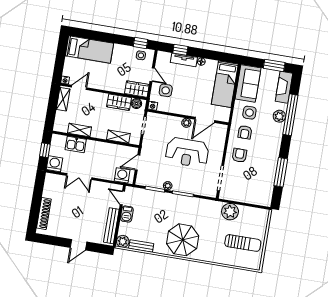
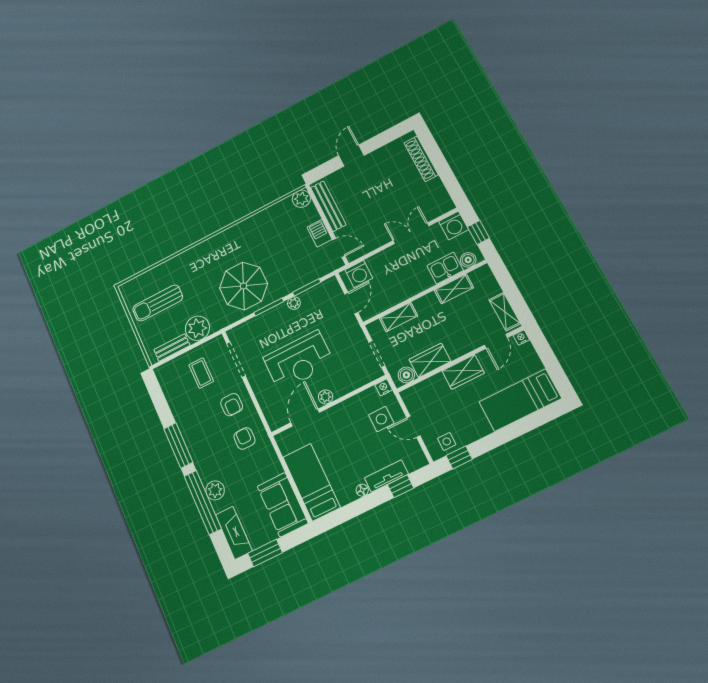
wardrobe: (137, 89) -> (463, 372), moved
side table: (249, 113) -> (255, 468), removed
boiler: (61, 140) -> (468, 260), added
reception desk: (187, 152) -> (299, 361), turned 180
window: (281, 172) -> (178, 445), moved
coffee table: (245, 185) -> (201, 373), added
parasol: (183, 240) -> (243, 286), moved
bench: (141, 246) -> (172, 348), moved

